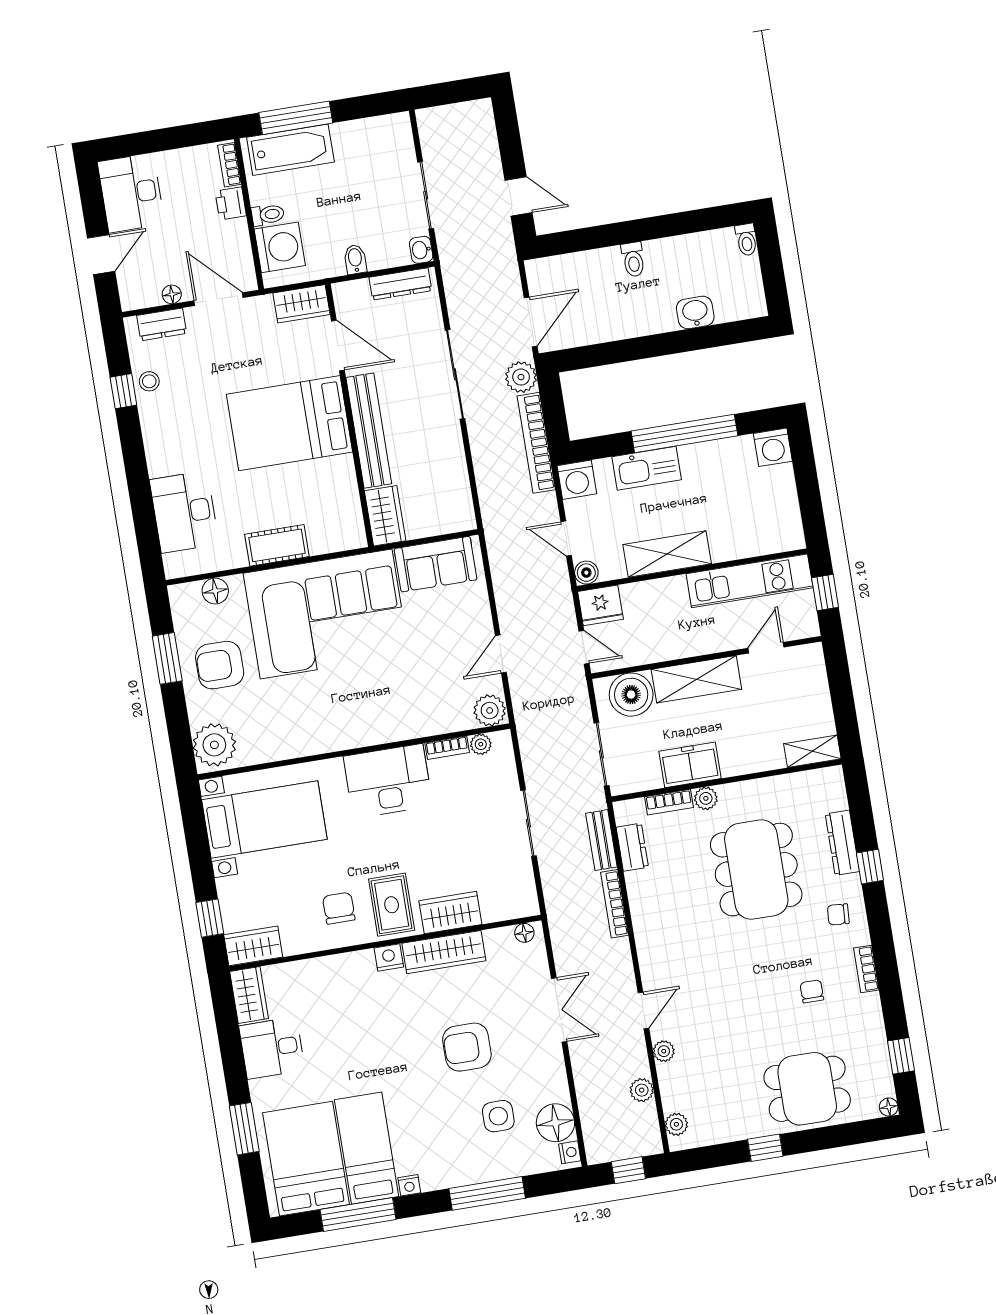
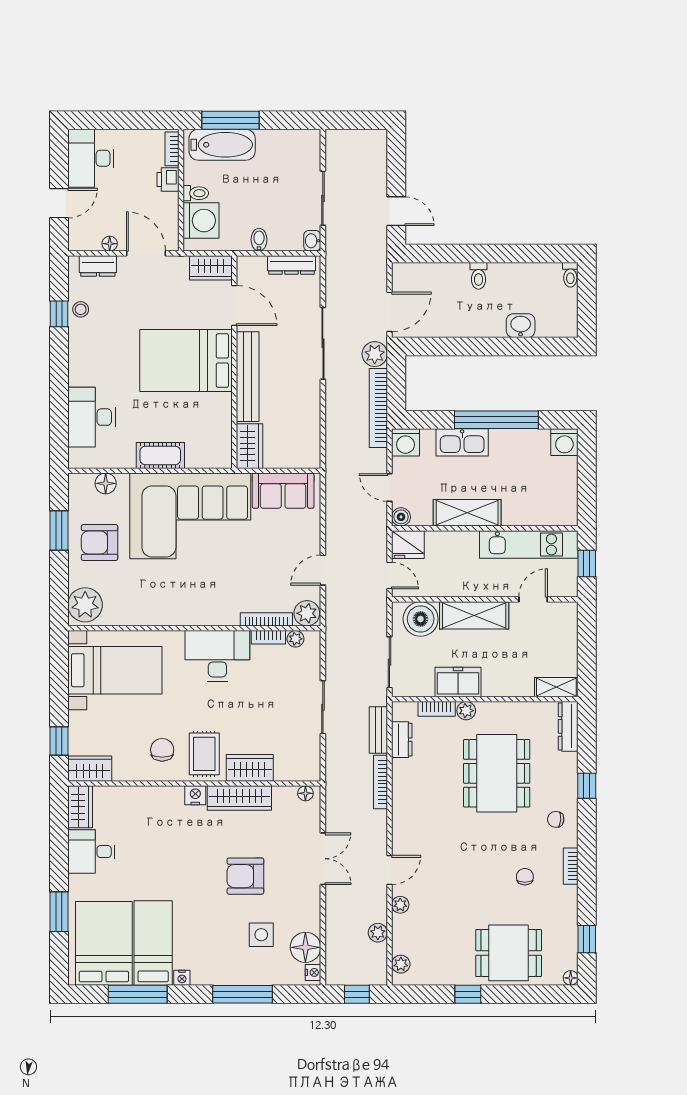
bookcase: (441, 726) -> (266, 619), added
dresser: (842, 843) -> (568, 726), moved

